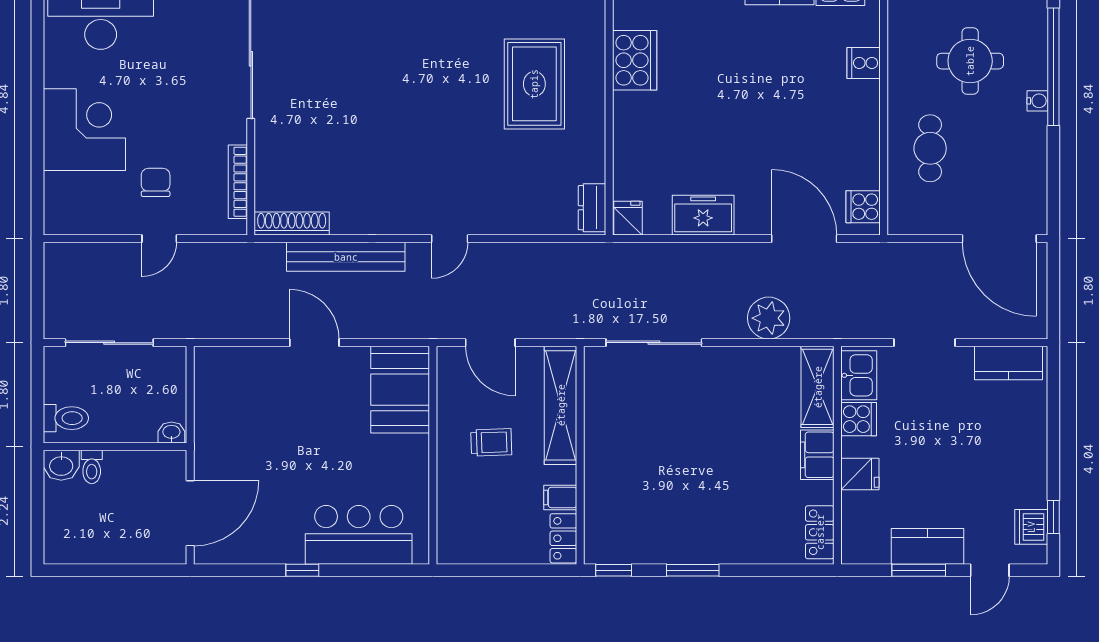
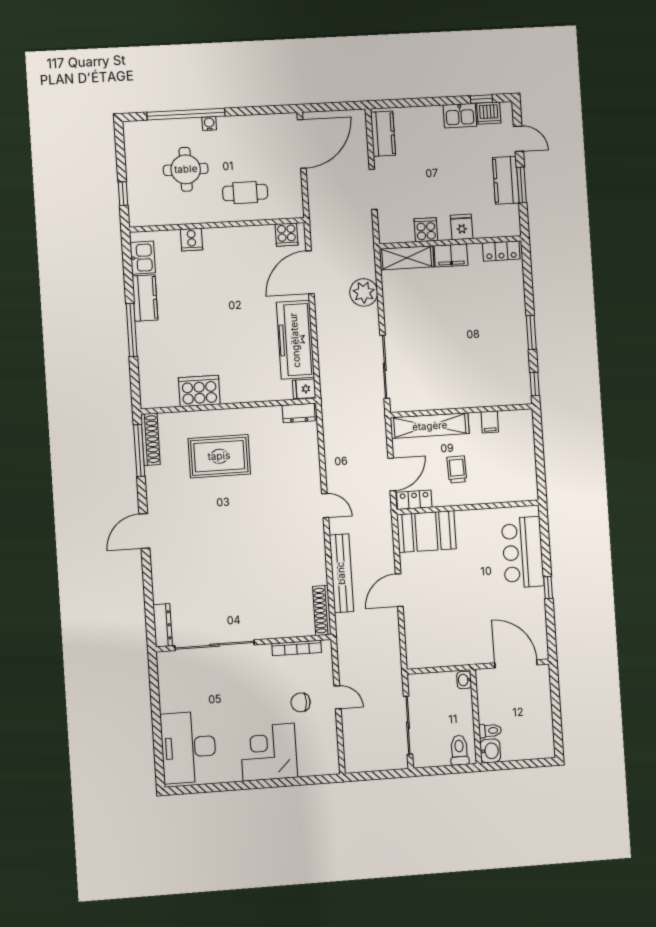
freezer: (703, 215) -> (295, 340), width x1.91, depth x1.26
kitchen sink: (859, 375) -> (460, 116), moved, turned 180
locker: (563, 538) -> (414, 500), moved, turned 180

